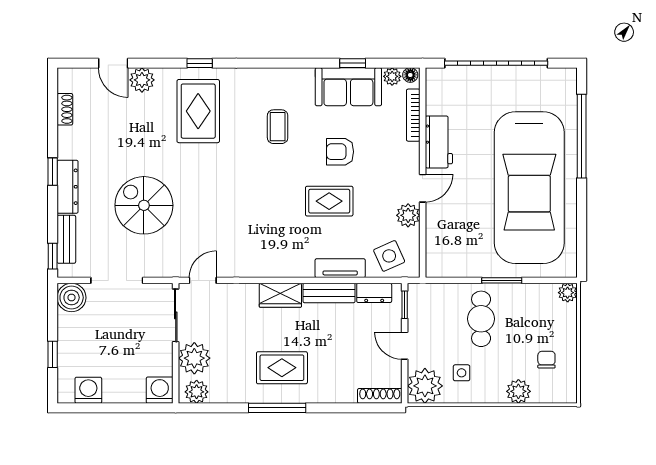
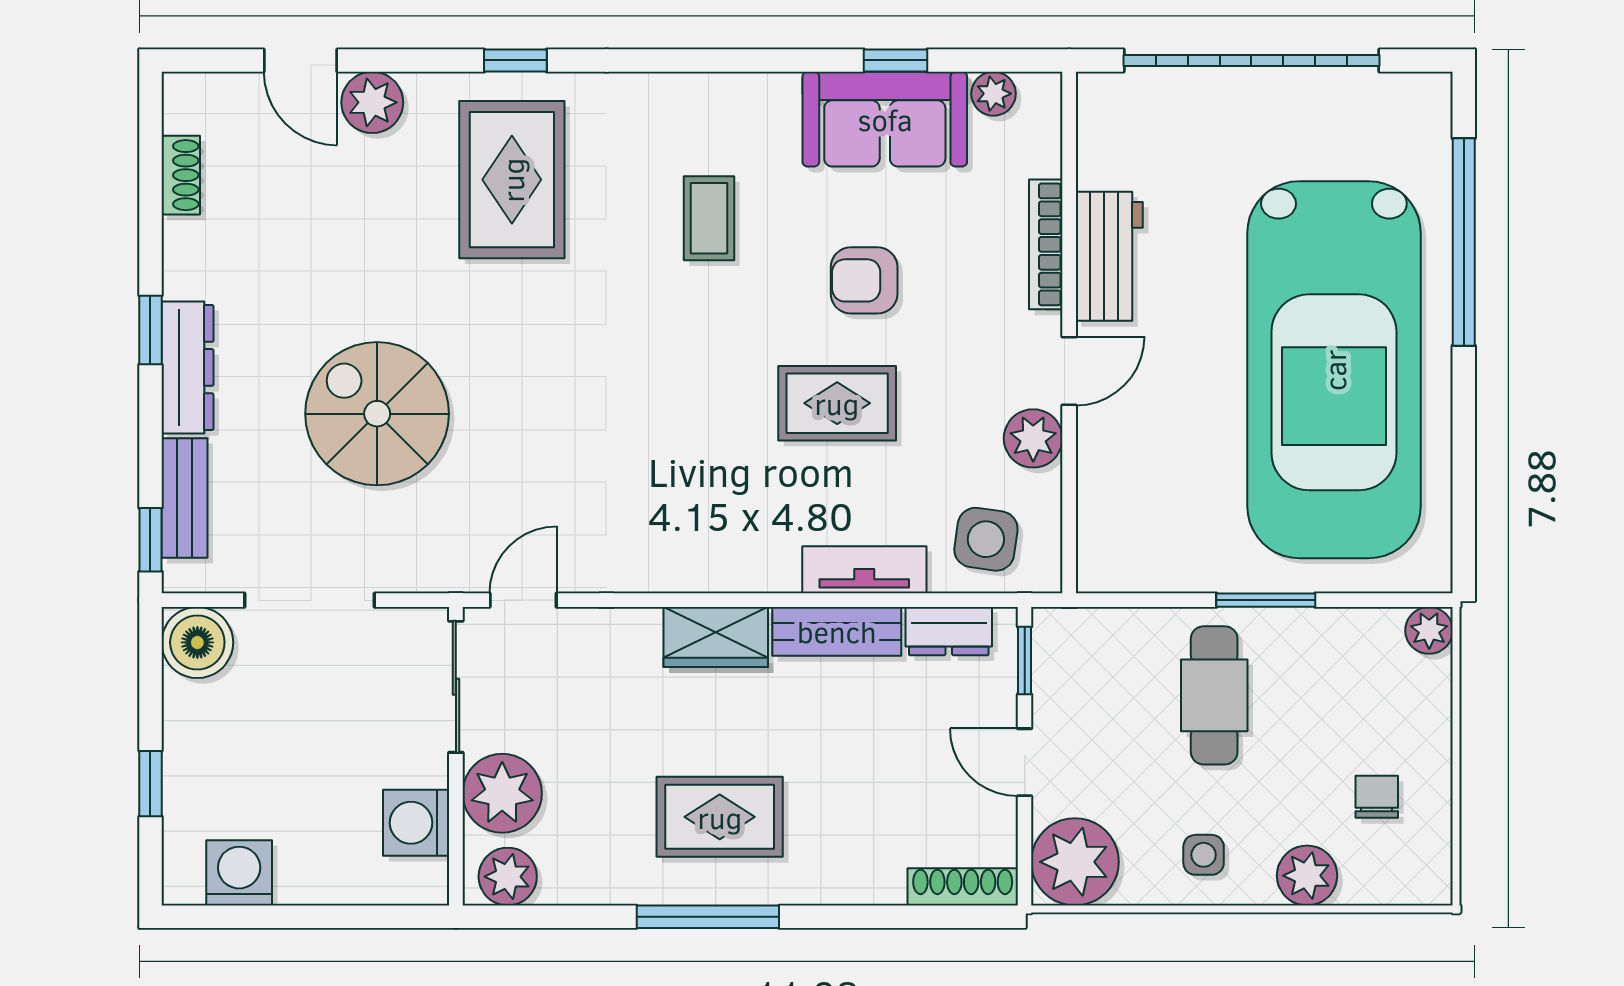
floor lamp: (410, 75) -> (1038, 90), removed
bookcase: (413, 115) -> (1046, 244), moved
side table: (389, 256) -> (986, 539), turned 32
side table: (462, 373) -> (1204, 855), moved
washing machine: (160, 390) -> (416, 823), moved, turned -90

